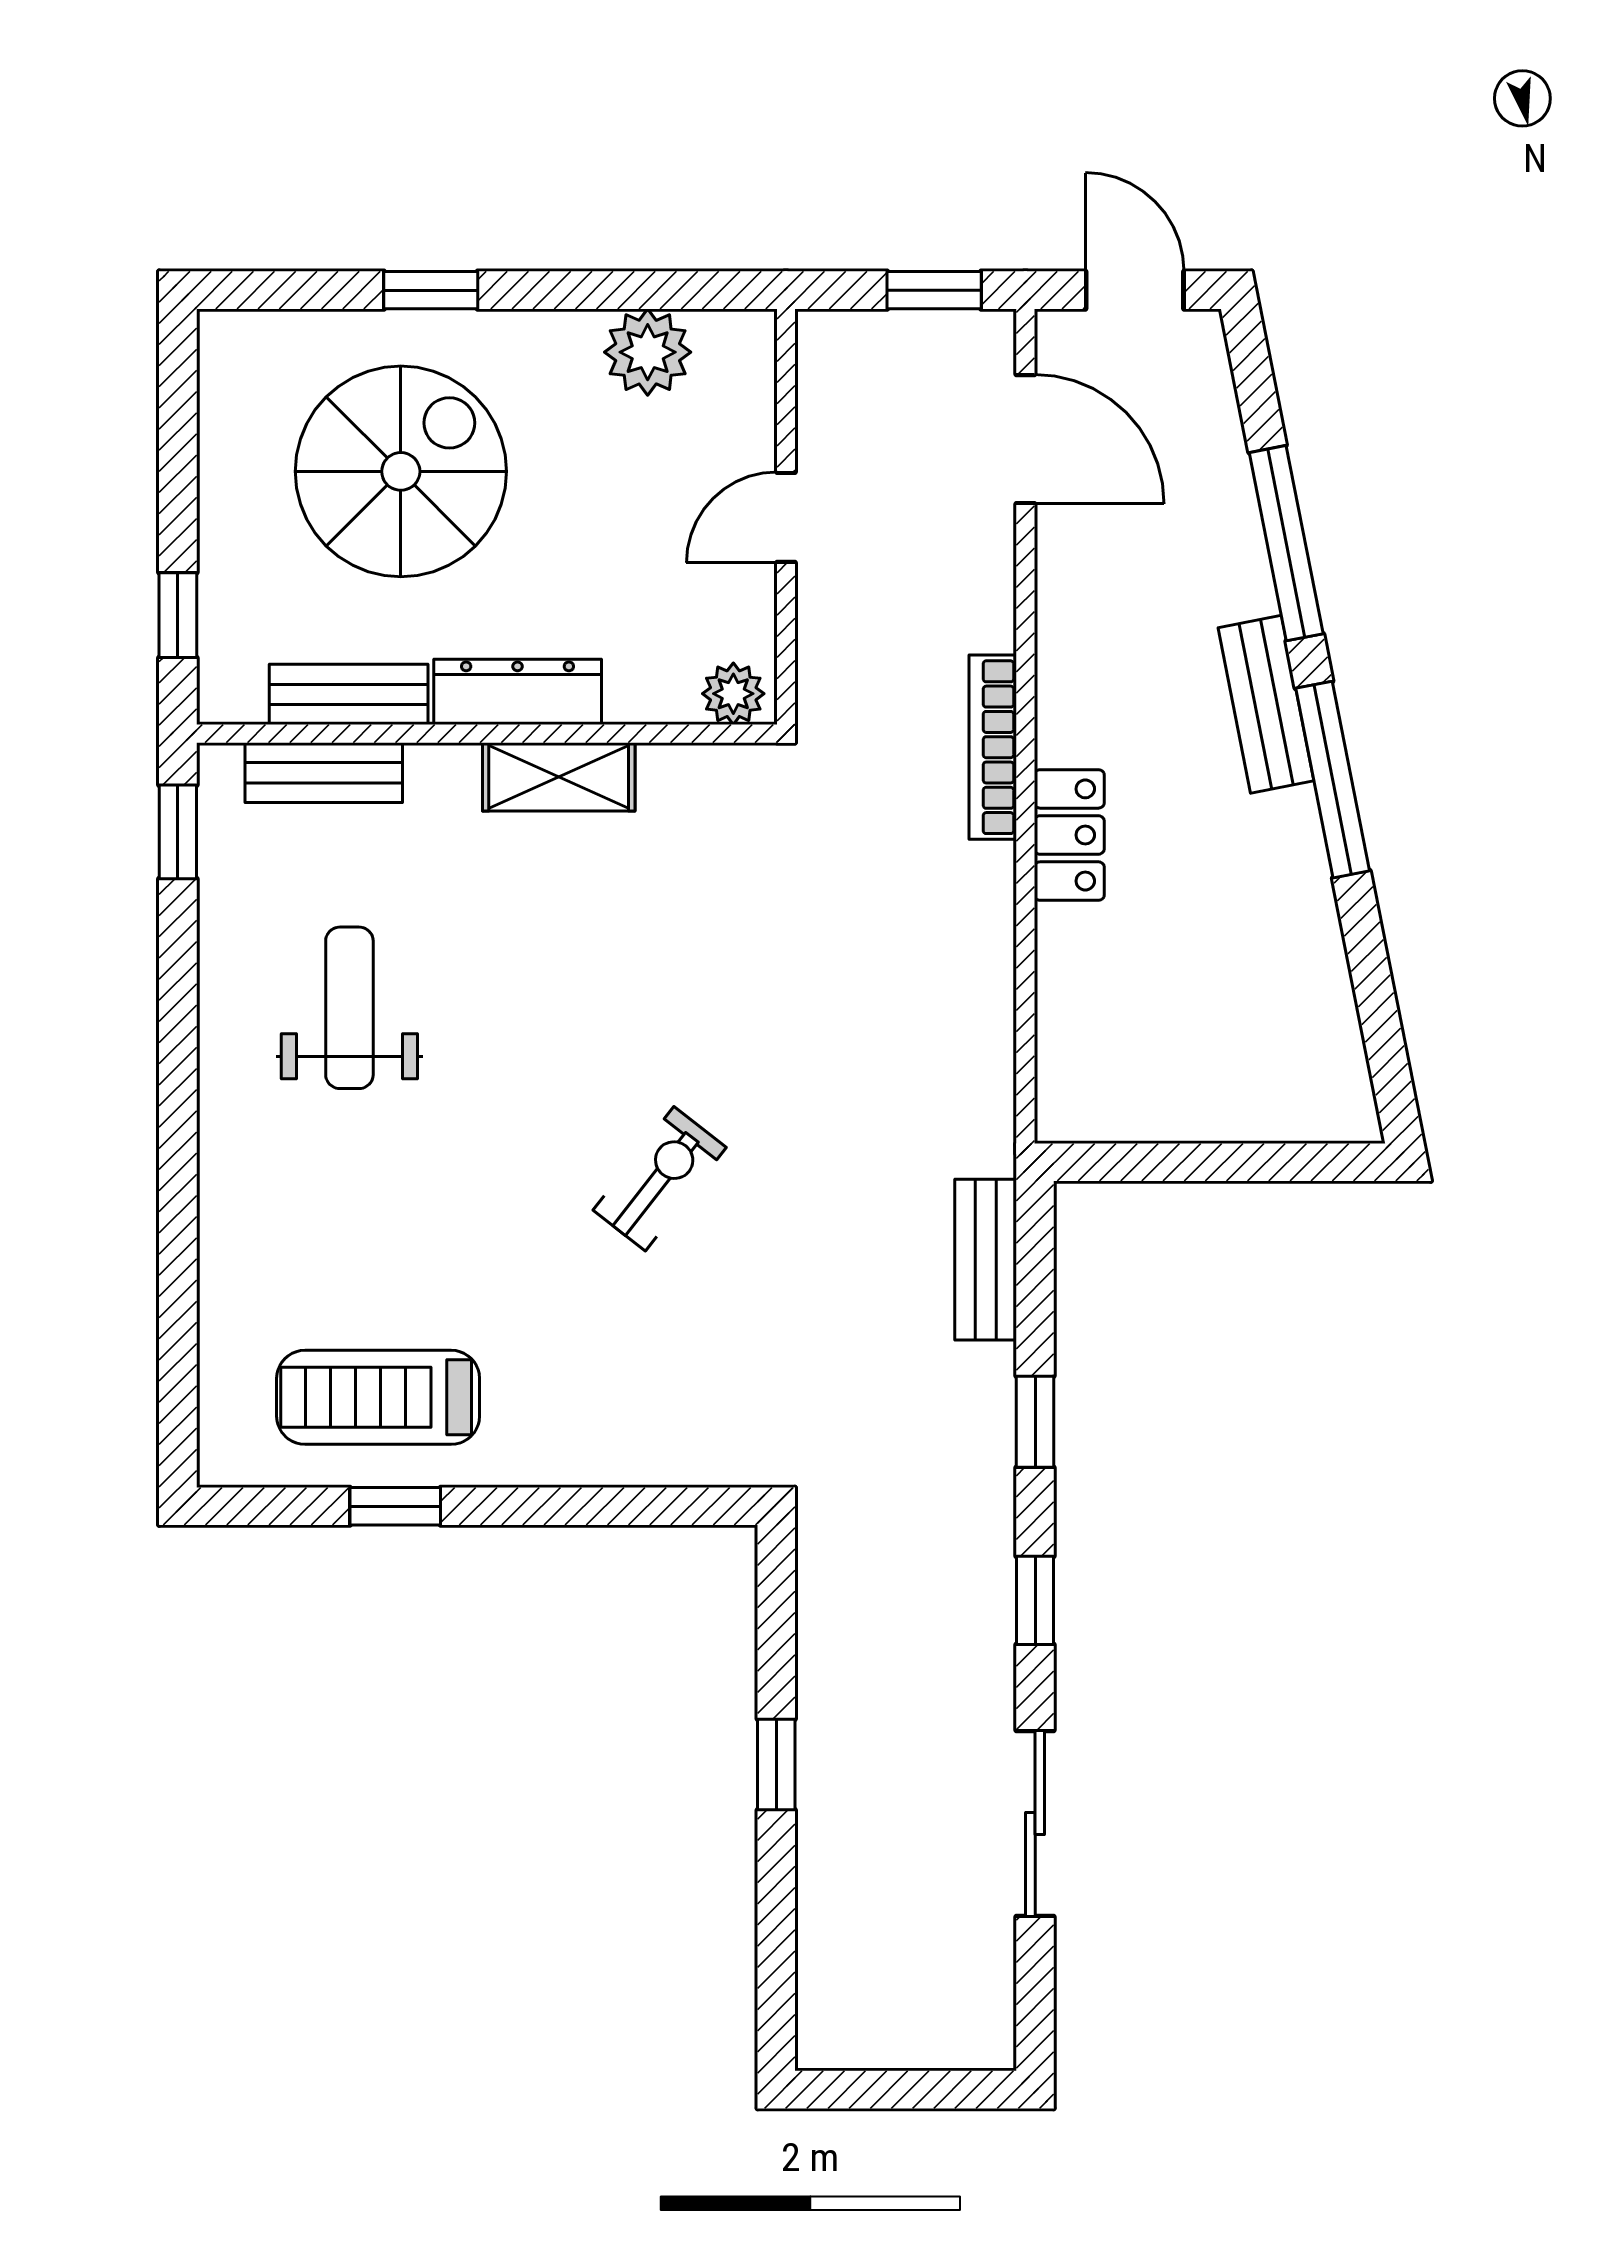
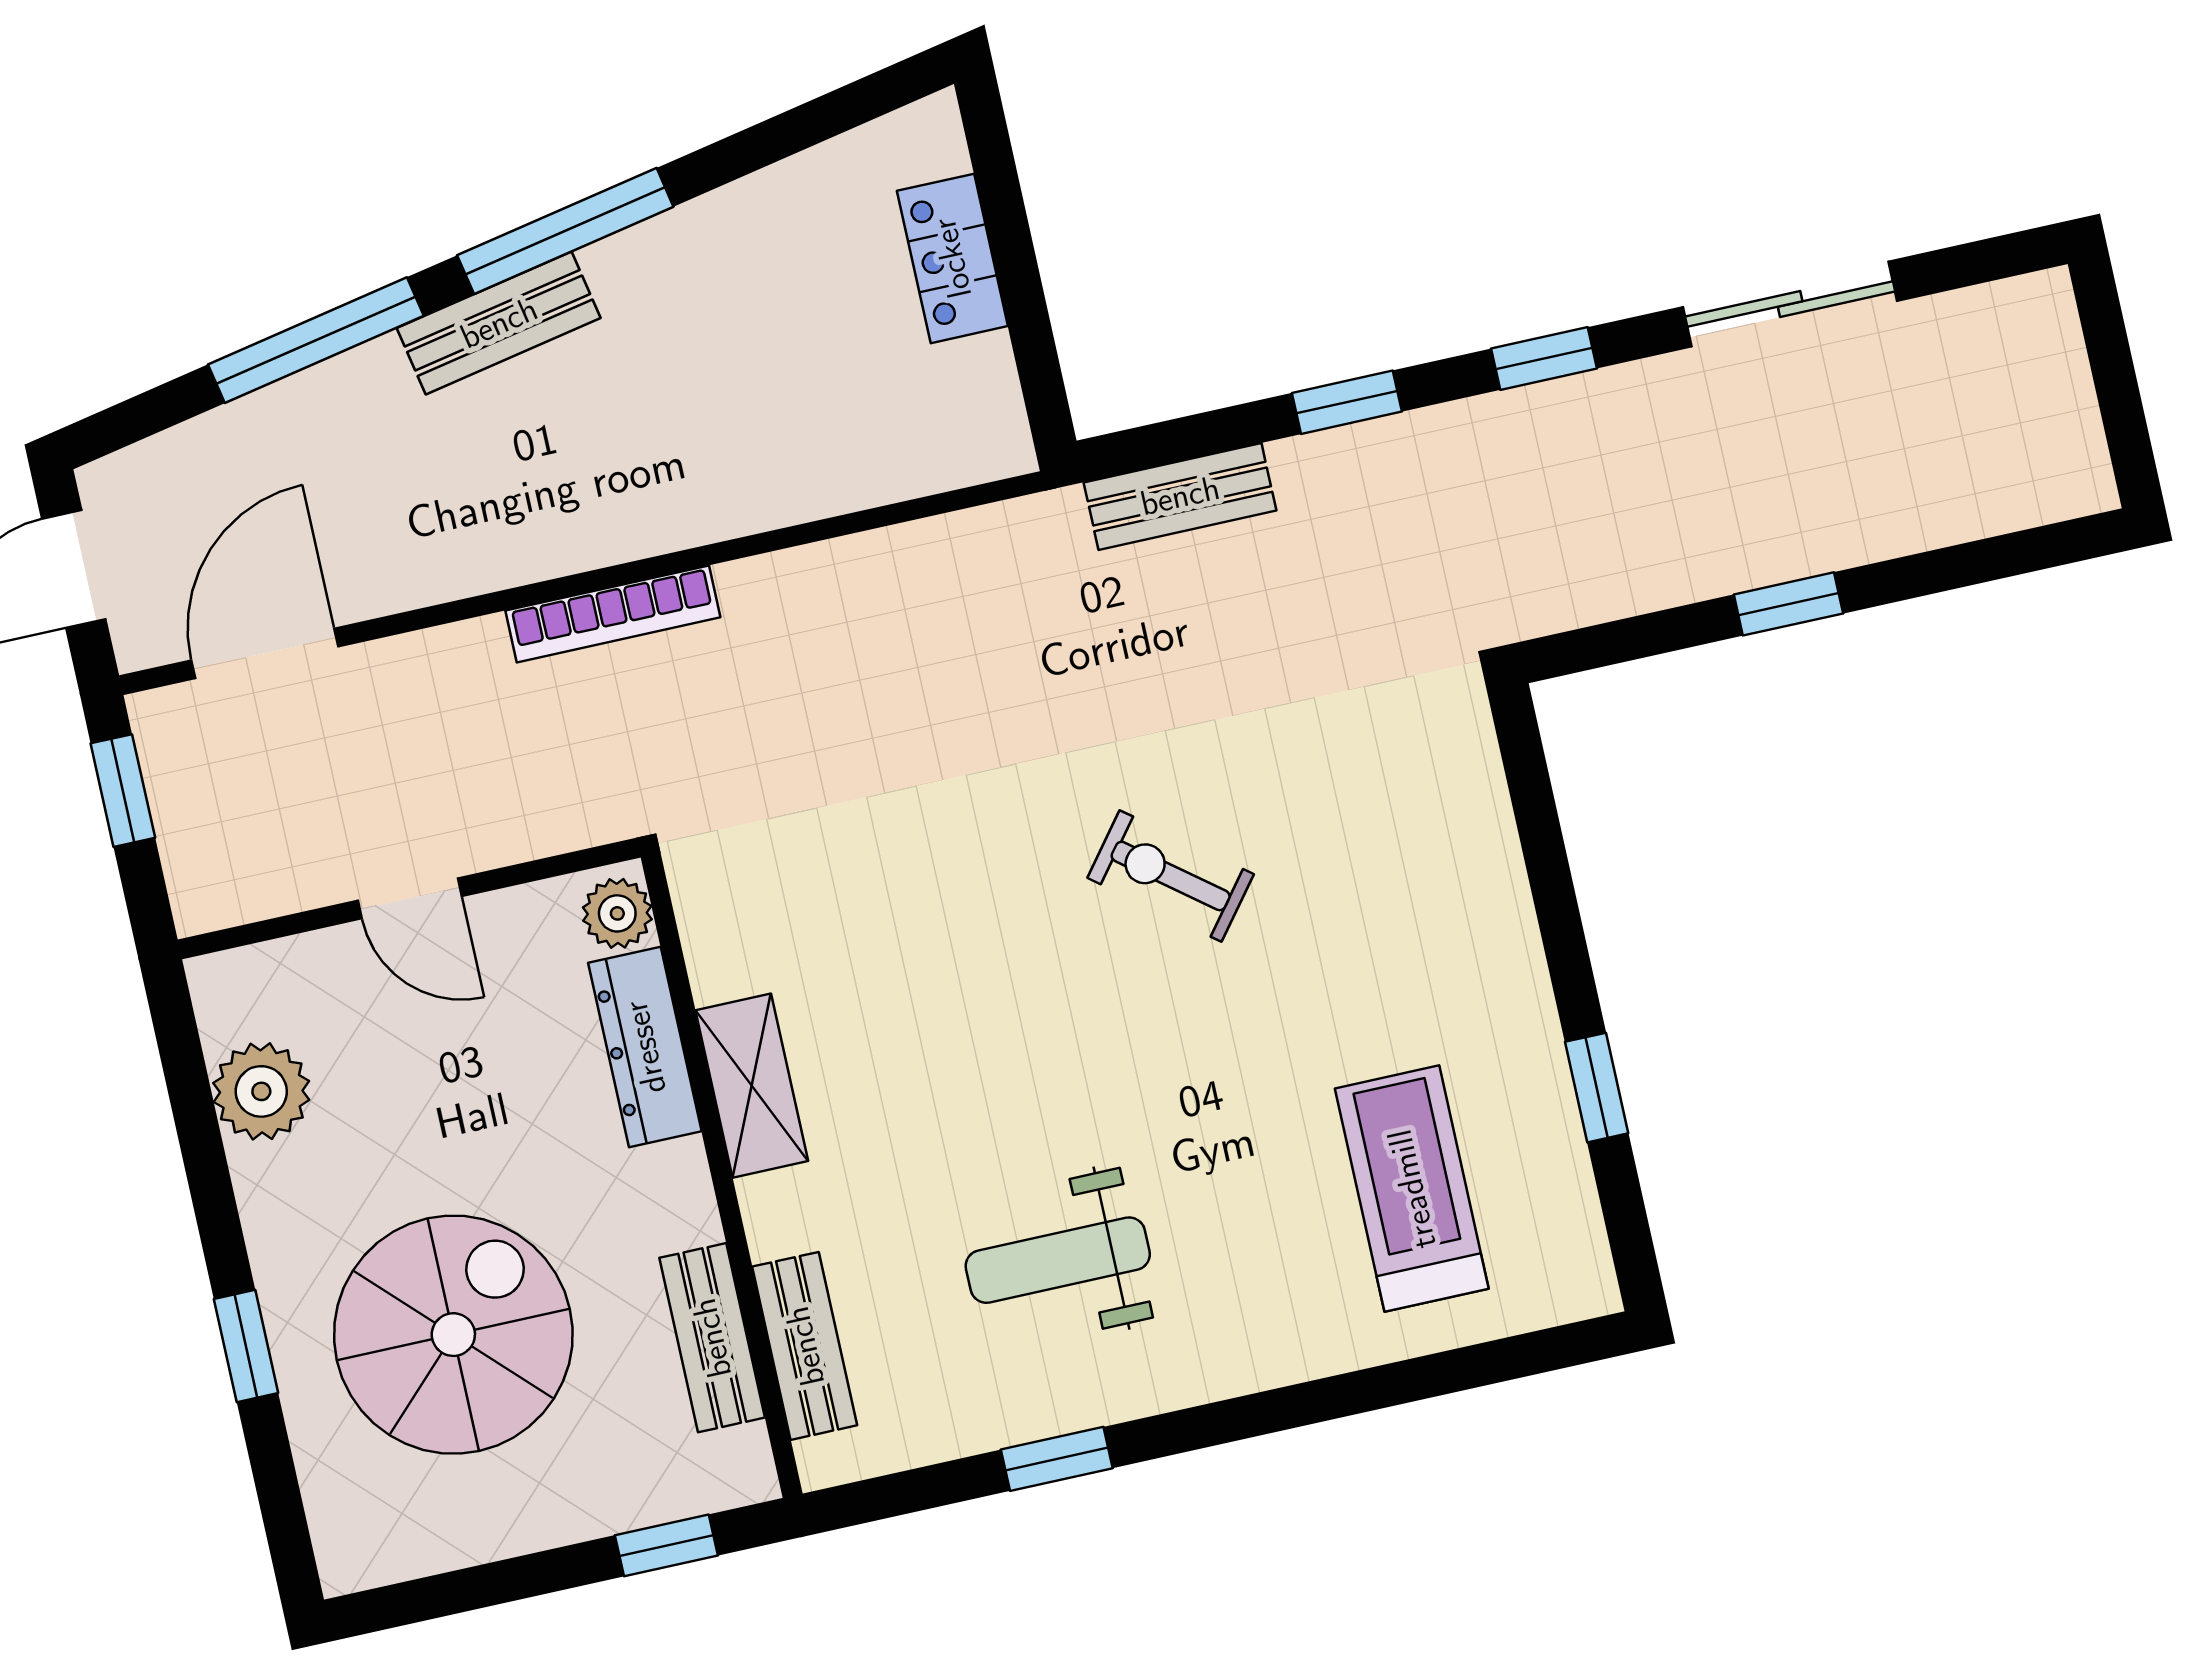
spiral stairs: (401, 471) -> (453, 1335), turned 90
dresser: (518, 692) -> (645, 1047), moved
window: (178, 832) -> (1057, 1459), moved
locker: (1069, 835) -> (952, 258), moved, turned -90
treadmill: (378, 1397) -> (1412, 1189), moved, turned 180

